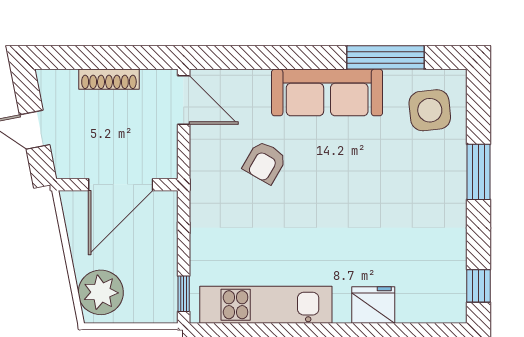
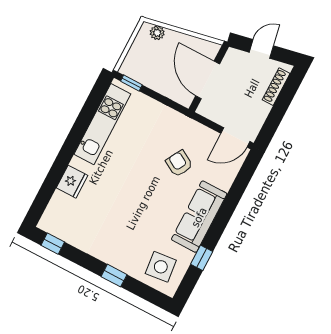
window: (386, 57) -> (202, 258), width x0.46
shoe rack: (109, 79) -> (276, 87), moved
window: (478, 172) -> (114, 276), width x0.67
plant: (101, 292) -> (157, 33), width x0.53, depth x0.53

